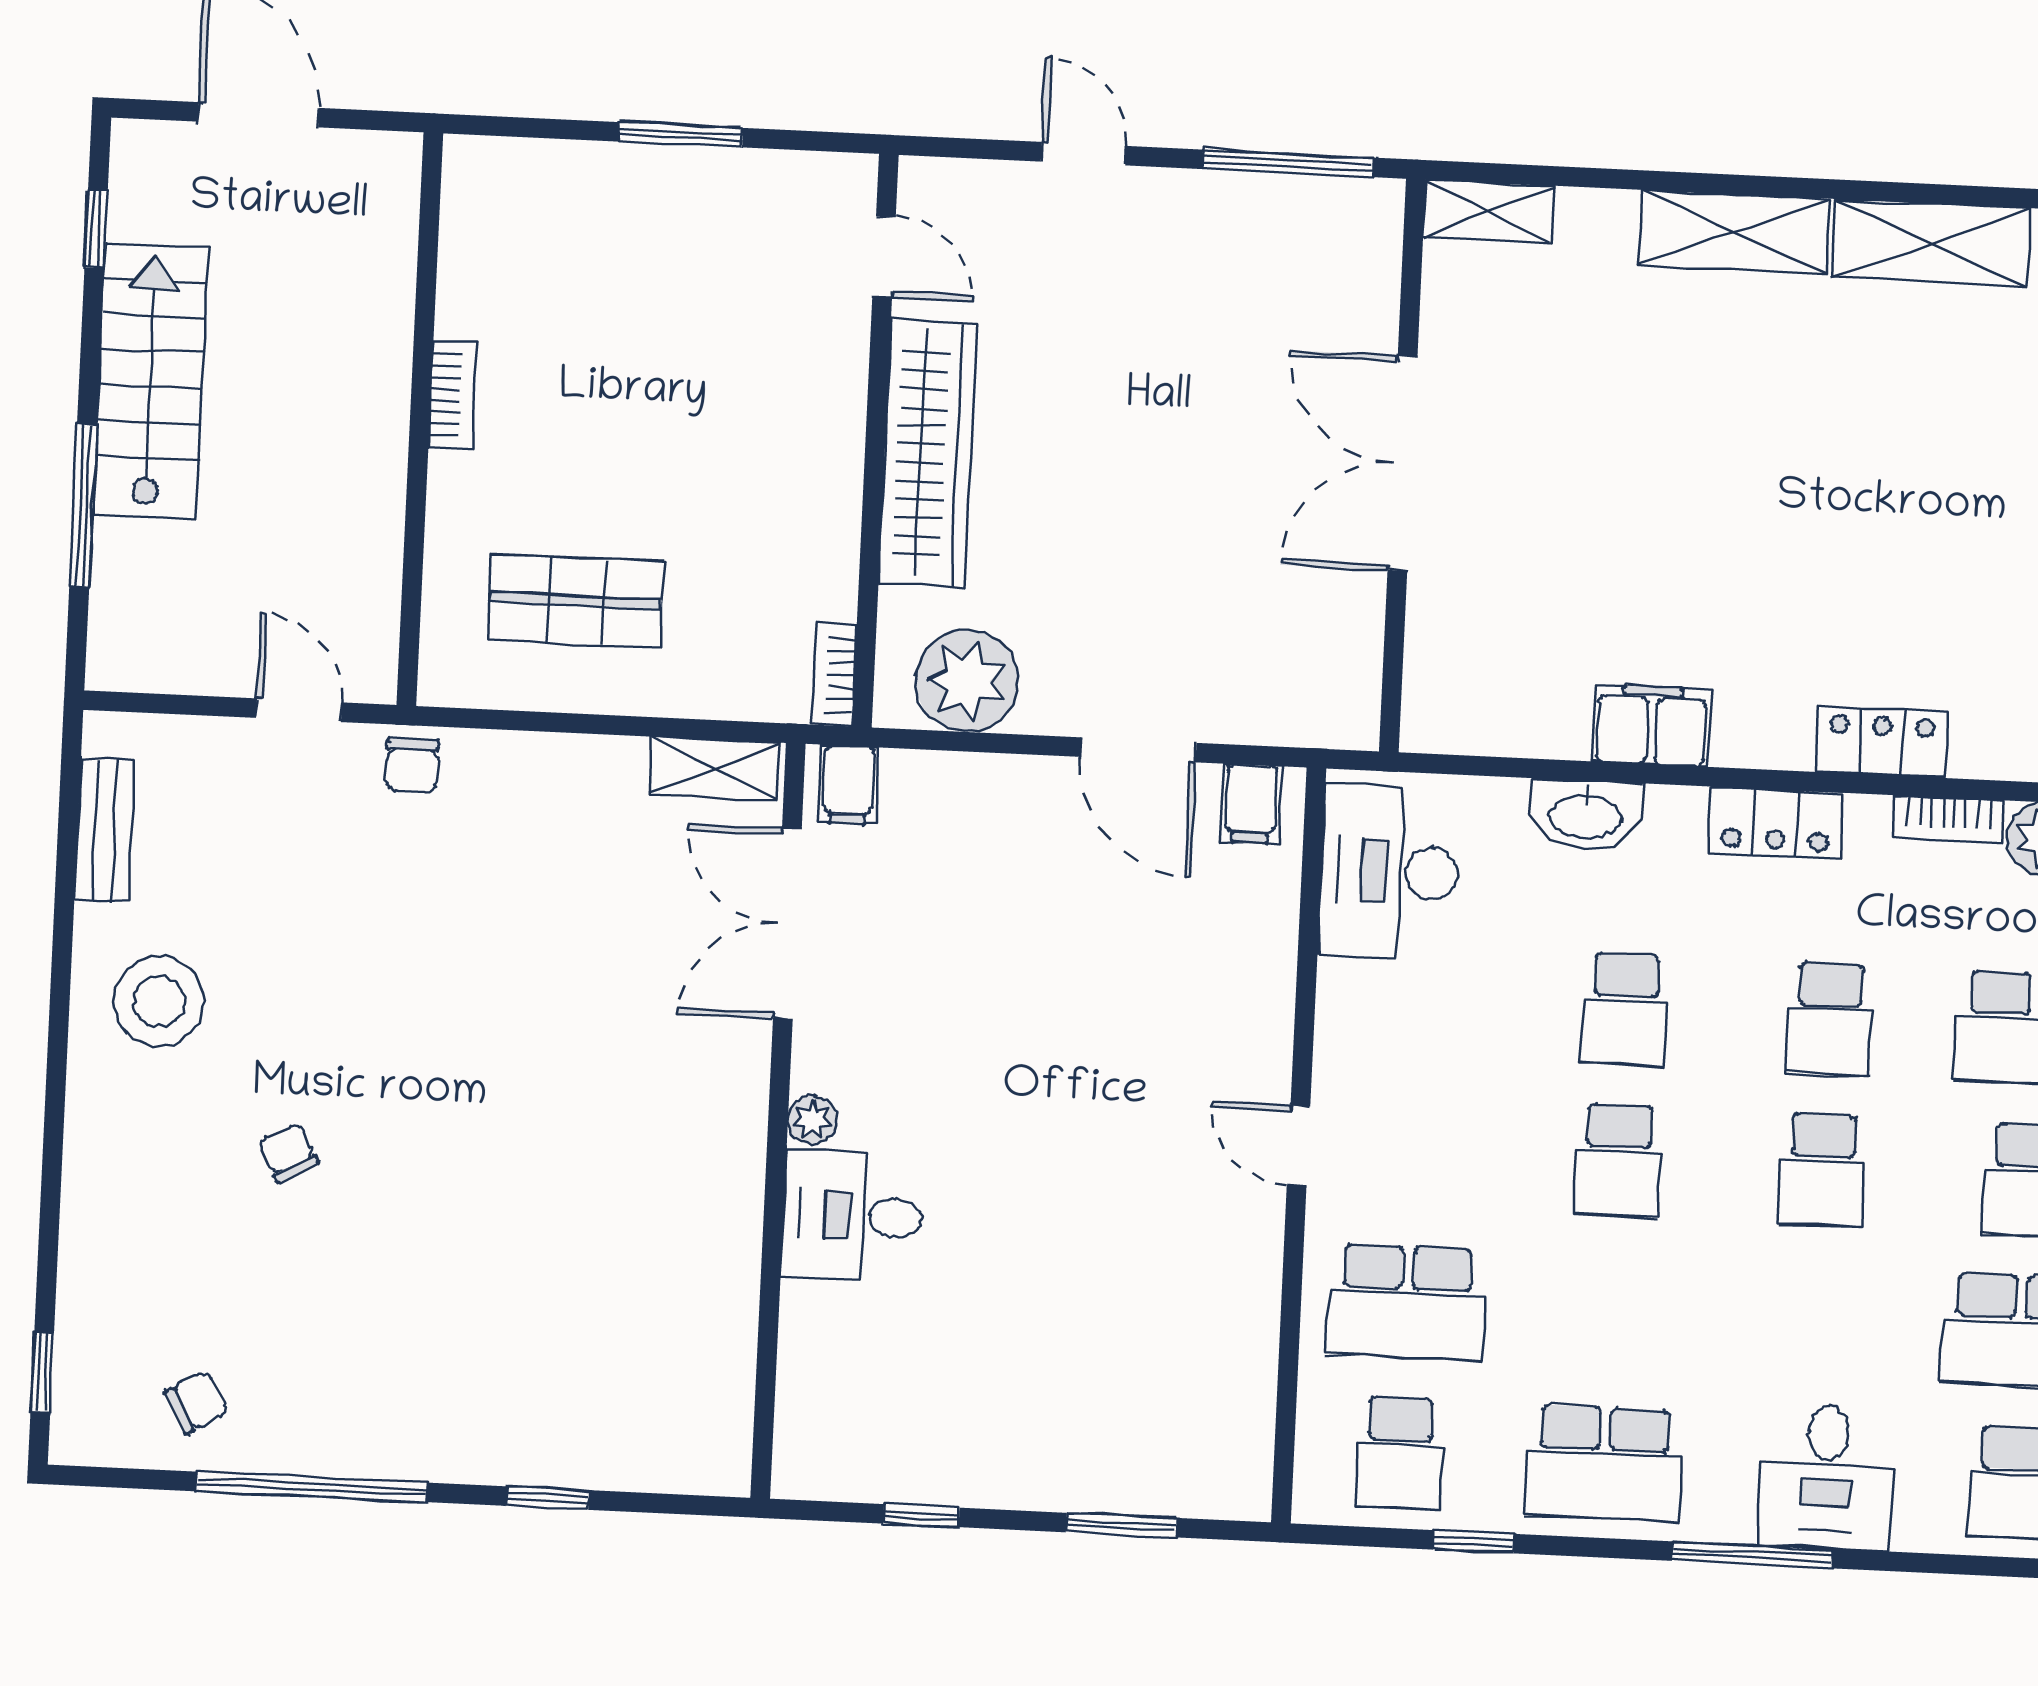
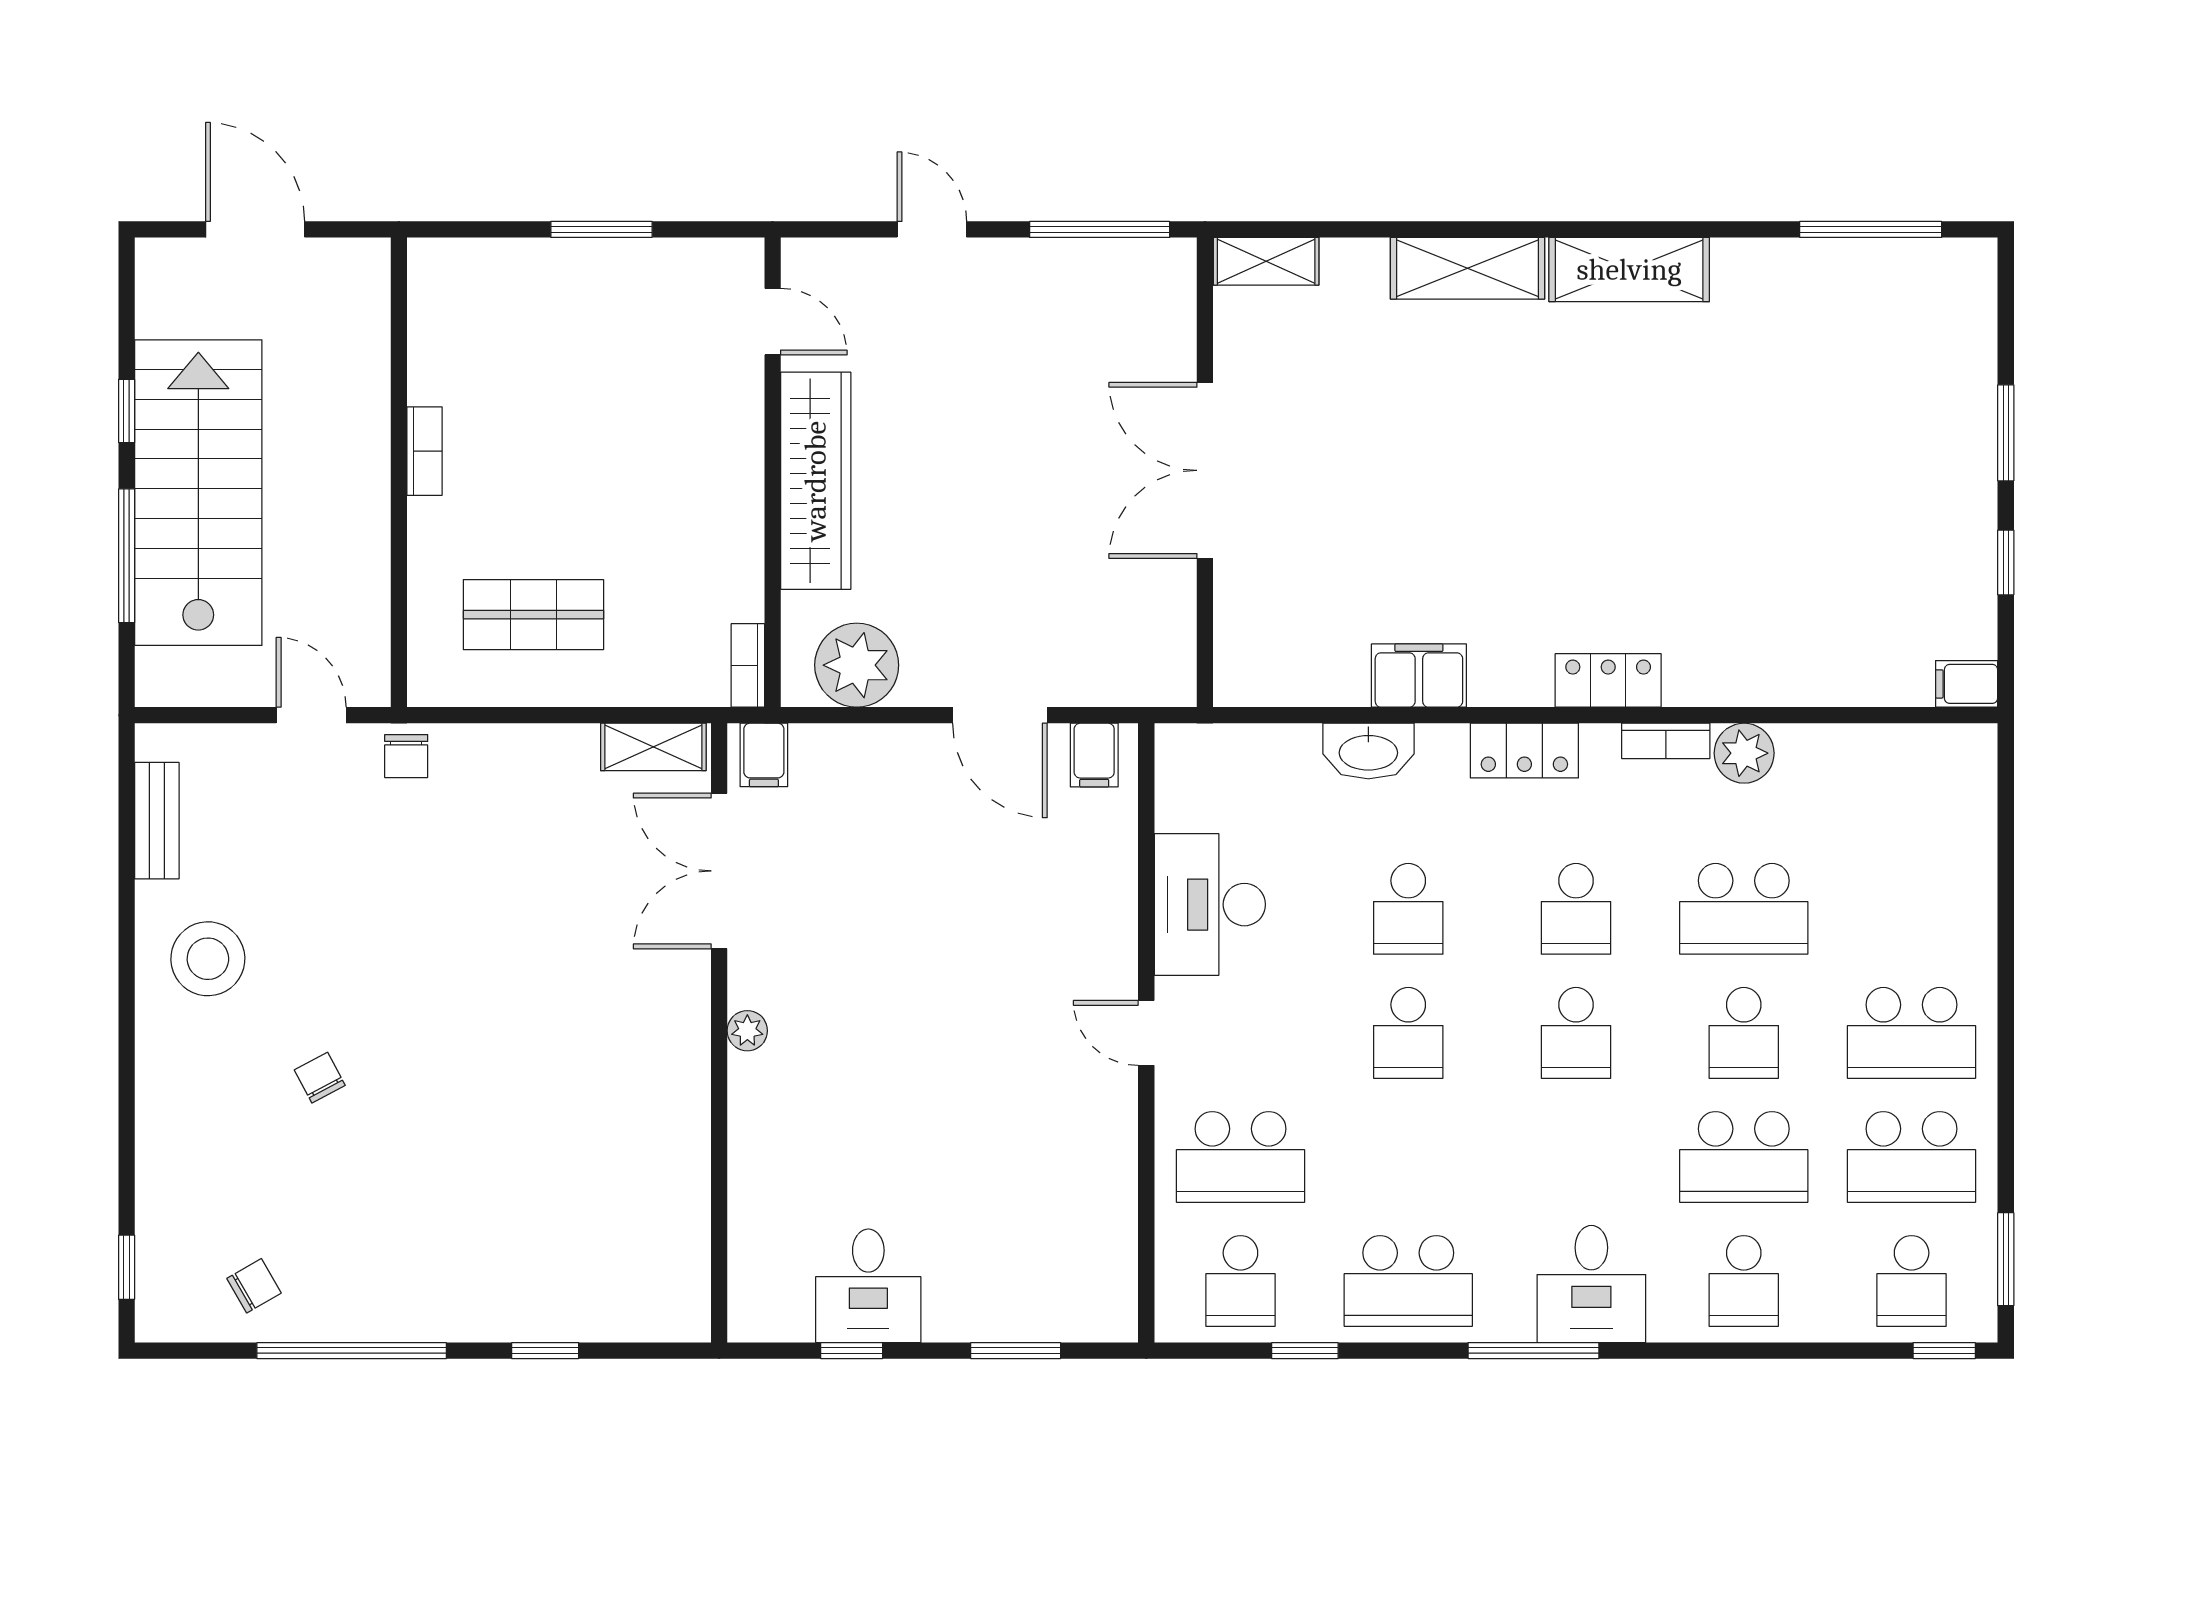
window: (96, 229) -> (127, 411), moved
stairs: (150, 381) -> (198, 493), width x1.36, depth x1.51
desk: (1389, 872) -> (1210, 905), moved
desk: (853, 1216) -> (868, 1286), moved, turned -90

